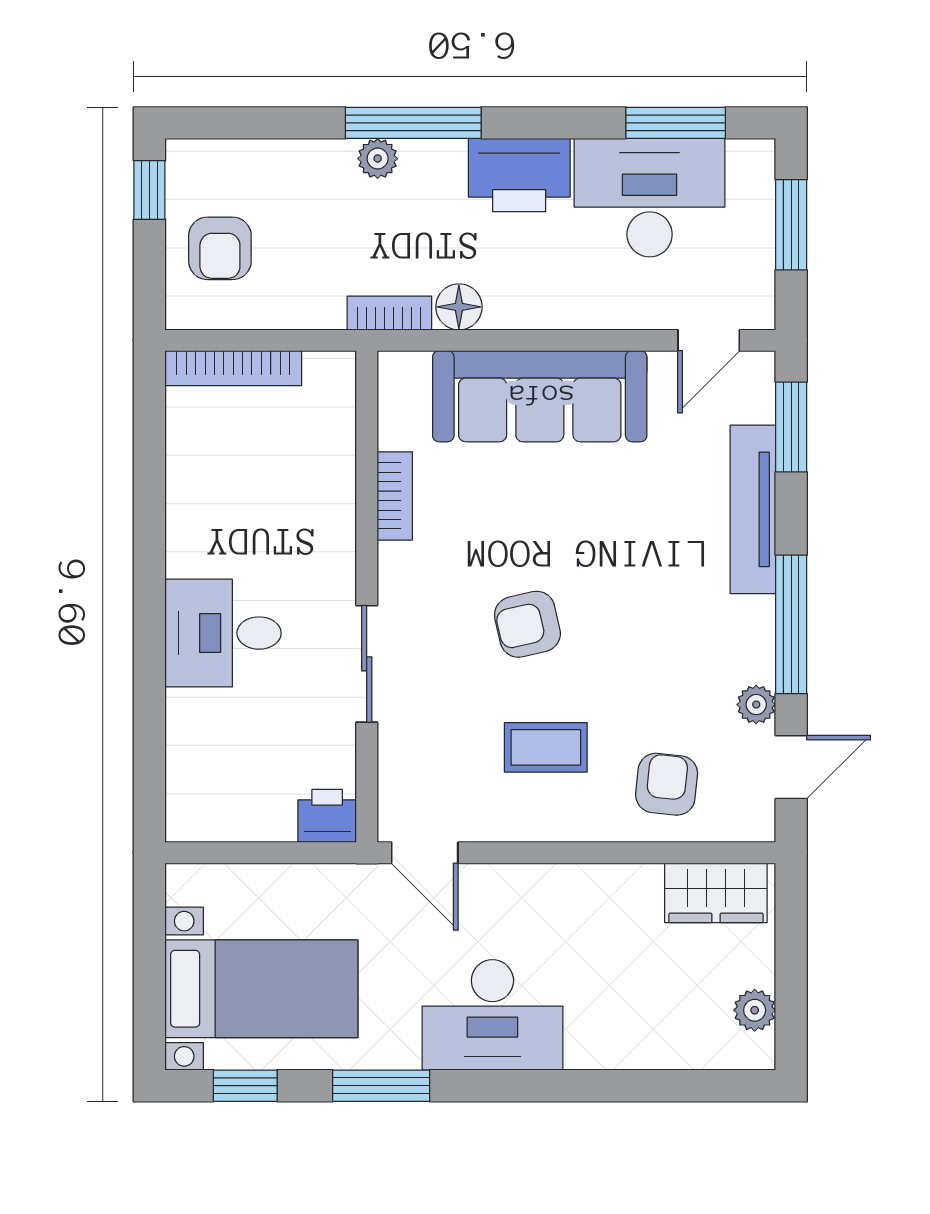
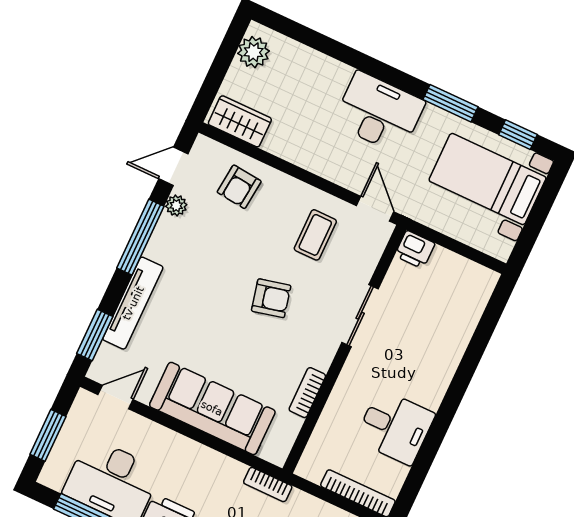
floor lamp: (459, 307) -> (232, 472), removed
desk: (223, 633) -> (395, 427), moved
coffee table: (546, 747) -> (315, 235), moved, turned 90
plant: (755, 1010) -> (254, 52), width x1.38, depth x1.38

